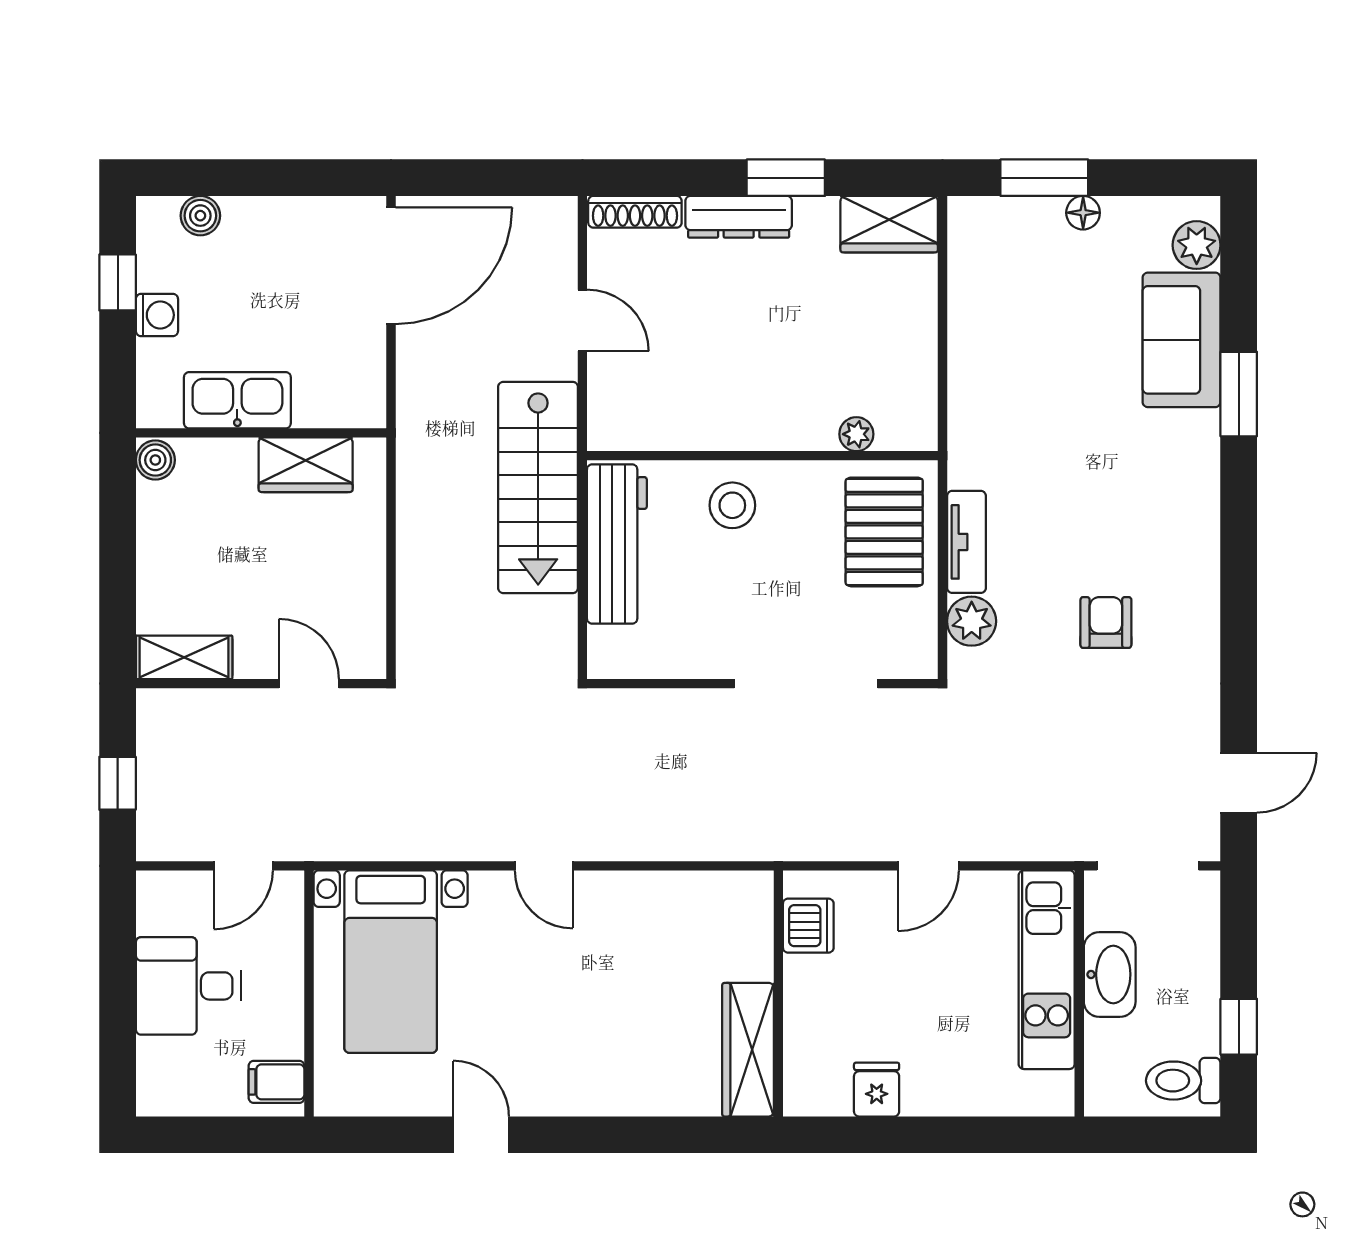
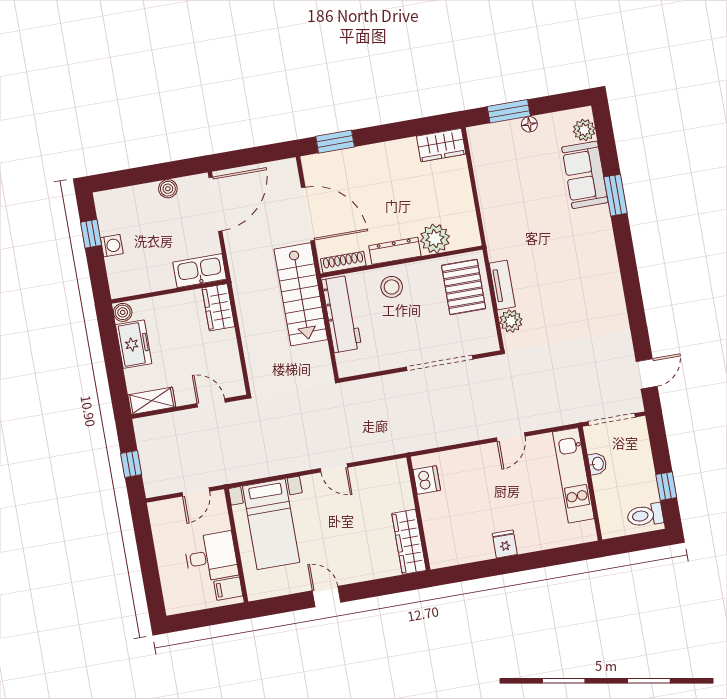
window: (786, 178) -> (335, 142), moved
shoe rack: (635, 212) -> (343, 262), moved, turned 180
boiler: (200, 216) -> (168, 189), moved
dresser: (739, 217) -> (395, 251), moved, turned 180
door: (582, 320) -> (308, 214), width x1.88
kitchen sink: (237, 400) -> (200, 271), moved
plant: (856, 434) -> (435, 239), width x1.87, depth x1.87
wardrobe: (306, 465) -> (218, 307), moved, turned 90
freezer: (167, 531) -> (134, 344), added
armchair: (1106, 622) -> (573, 311), removed
dishwasher: (808, 926) -> (427, 480), moved
washbasin: (1110, 974) -> (597, 464), width x0.52, depth x0.69
desk: (188, 986) -> (211, 557), moved, turned 180
wall: (778, 993) -> (418, 514), moved
wardrobe: (748, 1050) -> (409, 542), moved

